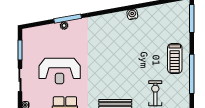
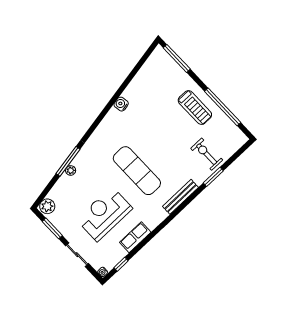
plant: (29, 34) -> (47, 206), added
exercise mat: (104, 63) -> (137, 171), added
reception desk: (60, 71) -> (104, 214), turned 180

